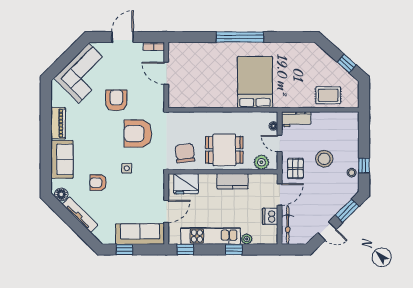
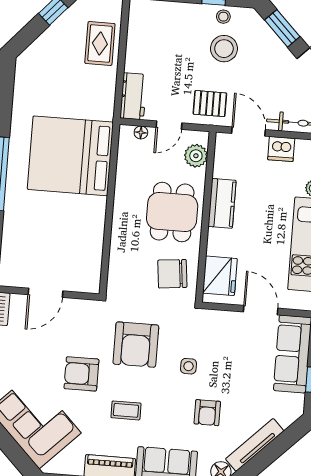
bed: (255, 82) -> (70, 156), width x1.36
coffee table: (95, 131) -> (126, 410), added
stool: (324, 159) -> (224, 49), moved

